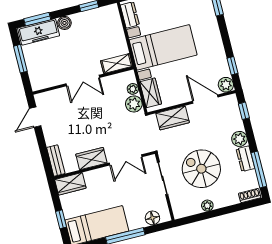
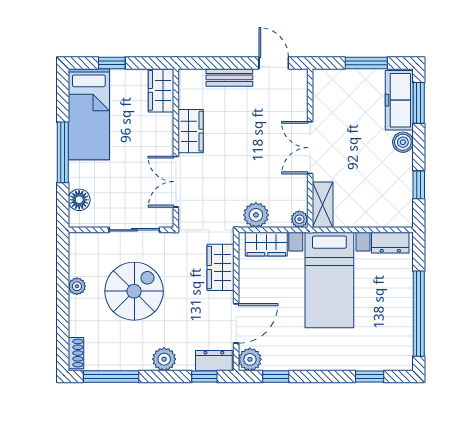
plant: (133, 89) -> (299, 219), moved
dresser: (245, 159) -> (214, 361), moved
bench: (56, 161) -> (229, 77), moved

